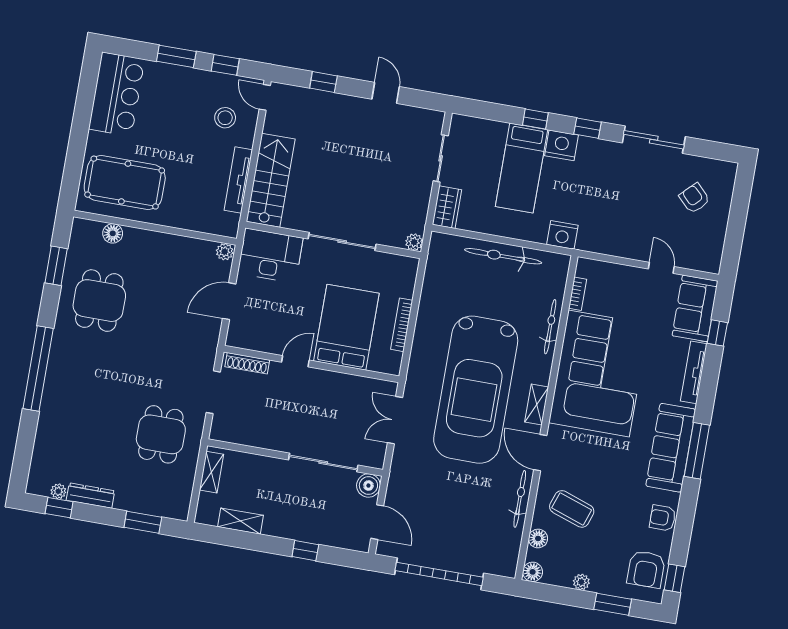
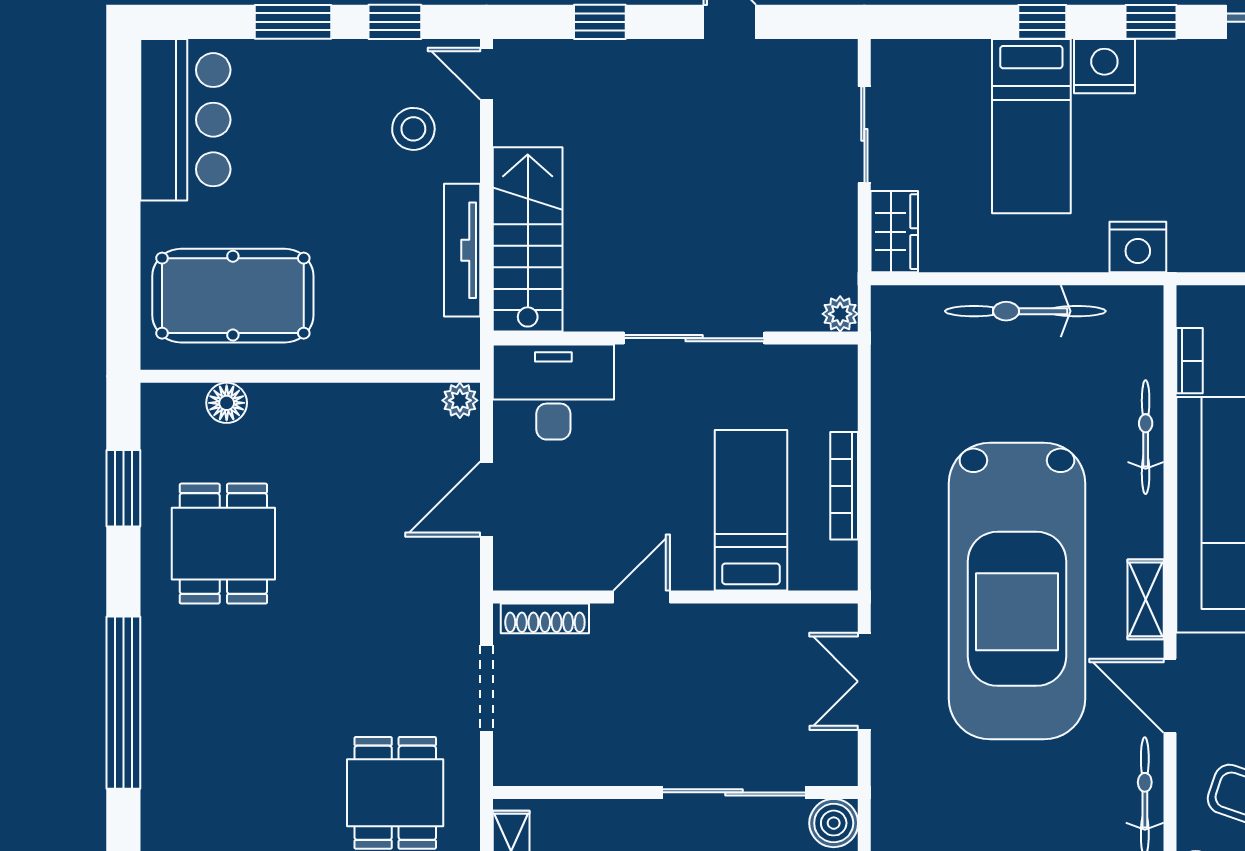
bed: (346, 327) -> (751, 510), width x0.67

